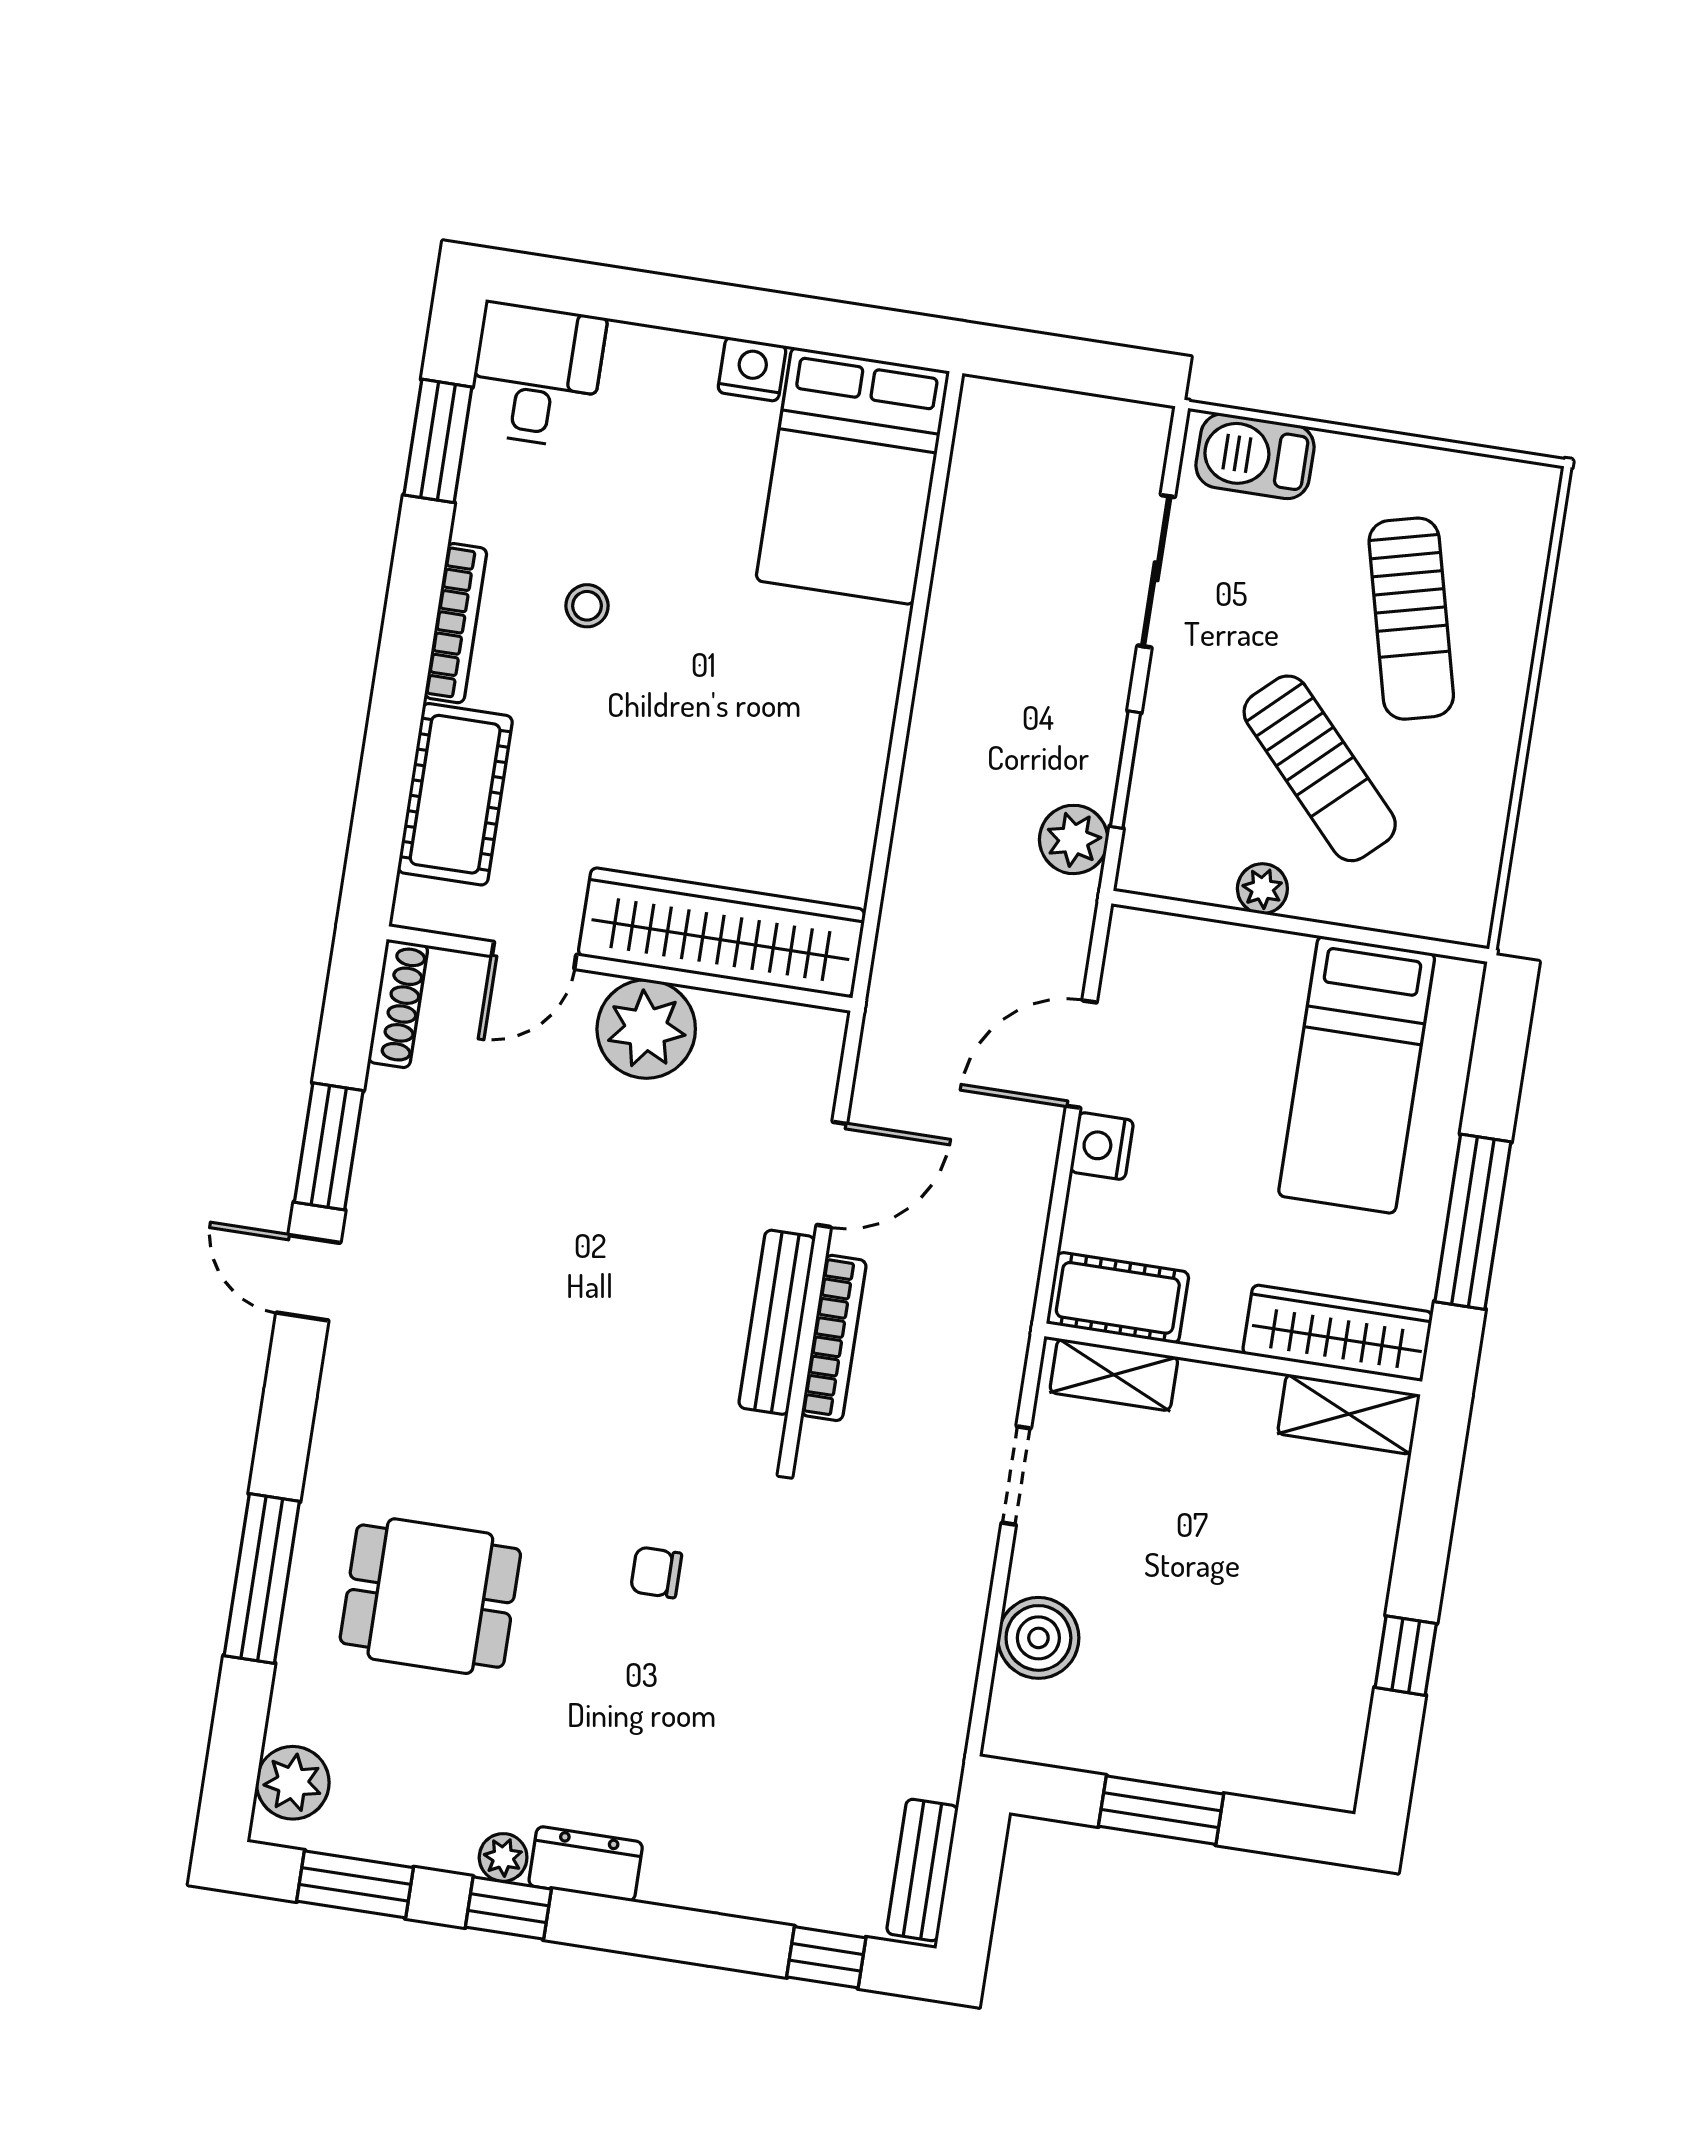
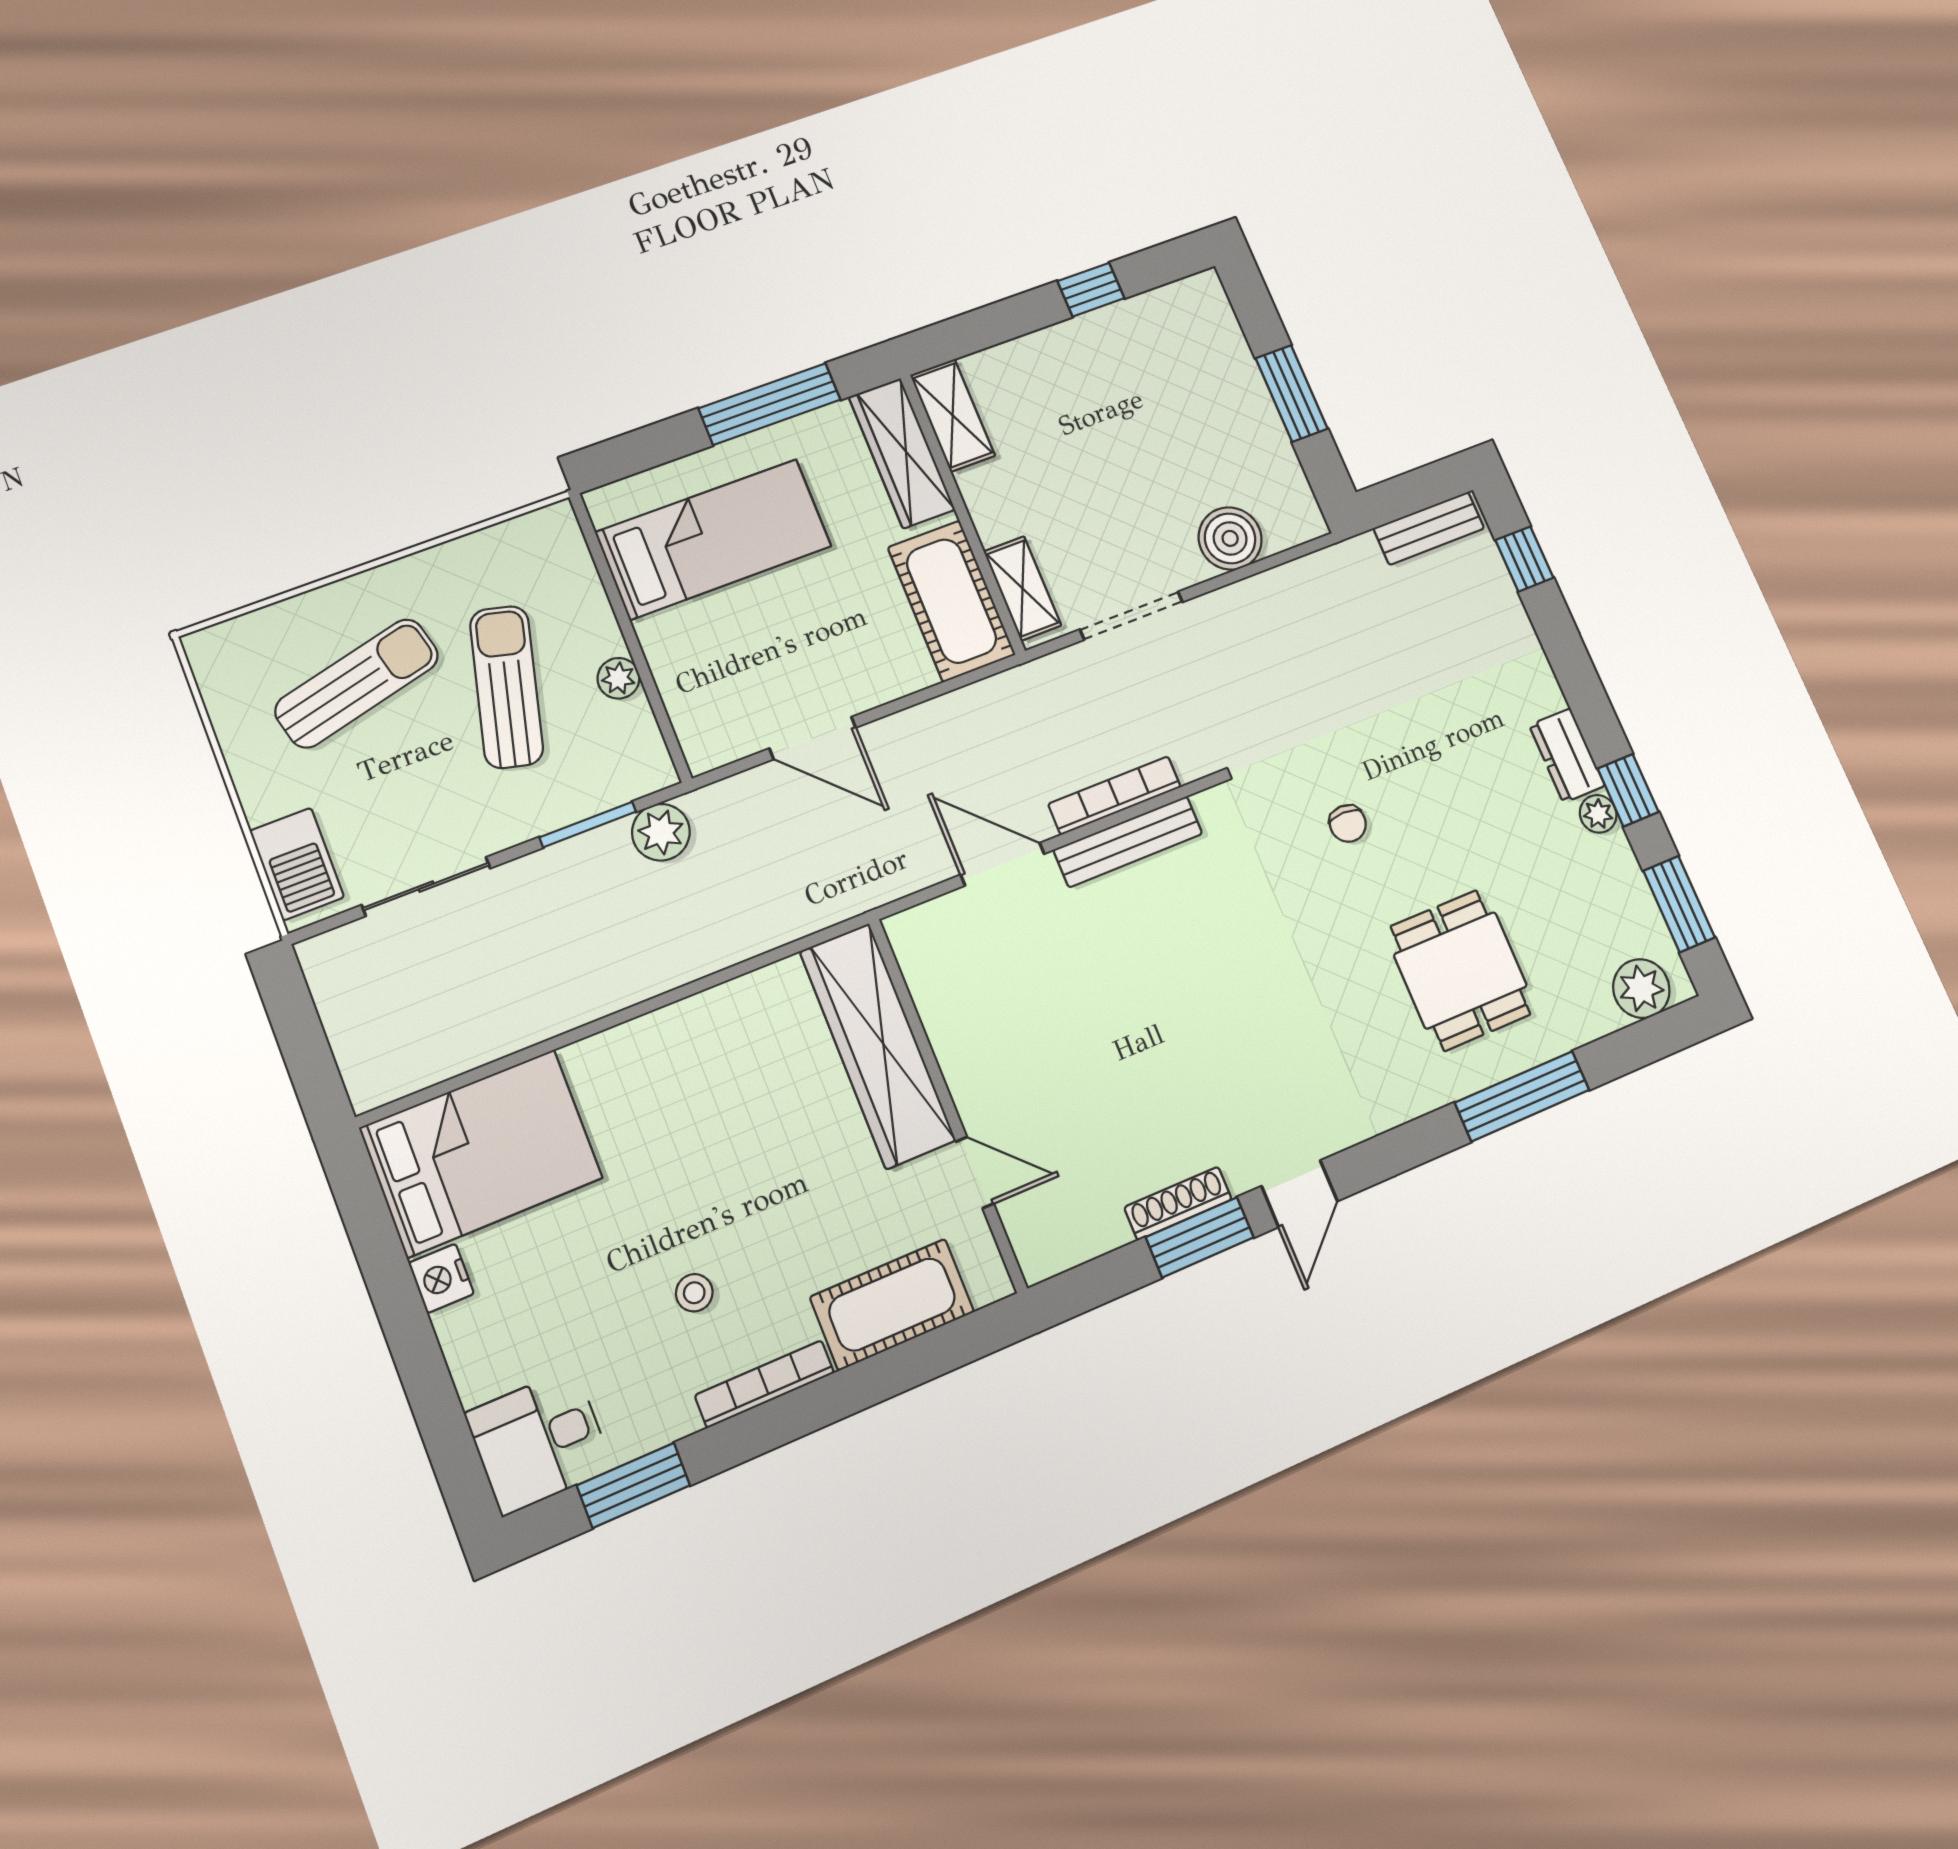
sun lounger: (1320, 768) -> (506, 687), turned -33
shoe rack: (398, 1004) -> (1178, 1203), moved
plant: (646, 1029) -> (979, 1058), removed
nightstand: (1102, 1146) -> (869, 687), removed
cot: (1118, 1298) -> (951, 601), width x1.37, depth x1.34
doorway: (1016, 1476) -> (1131, 616), width x1.38

